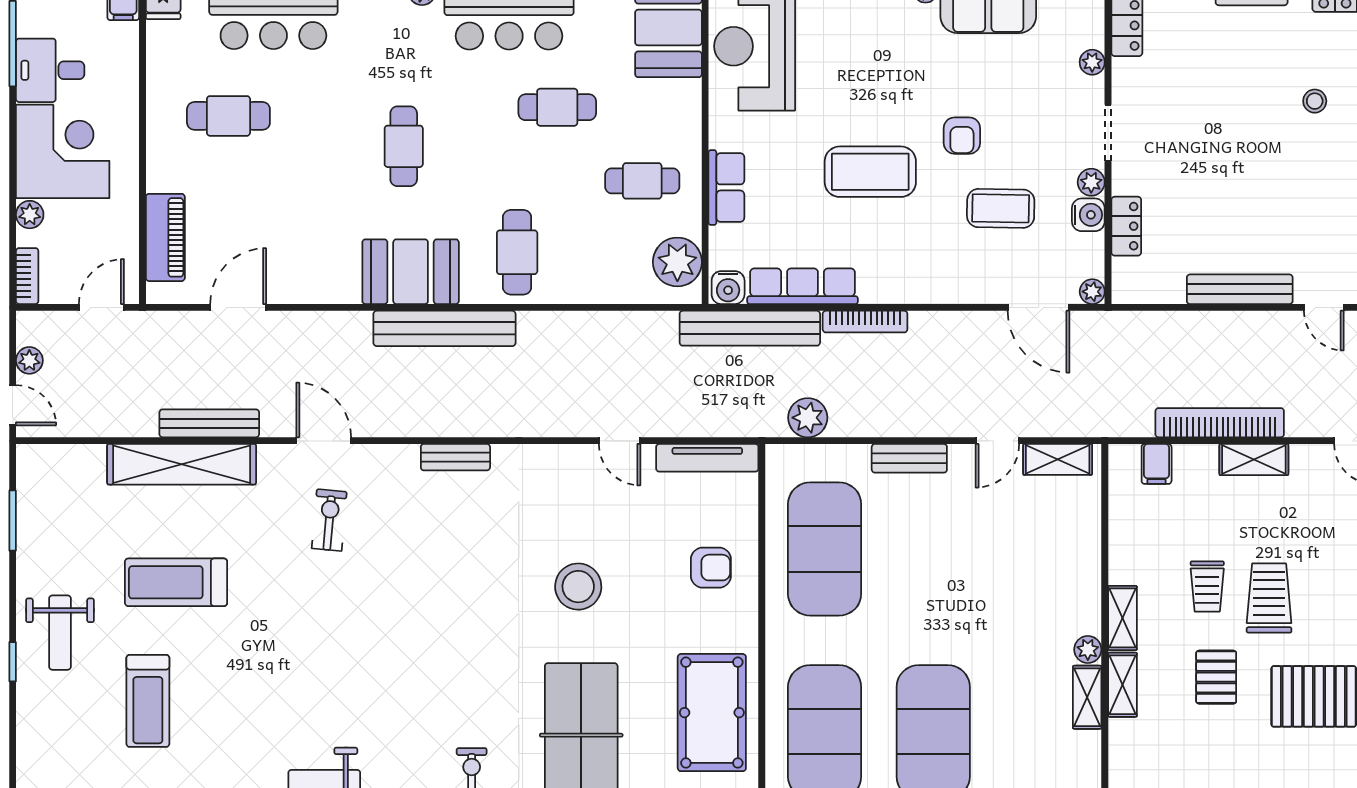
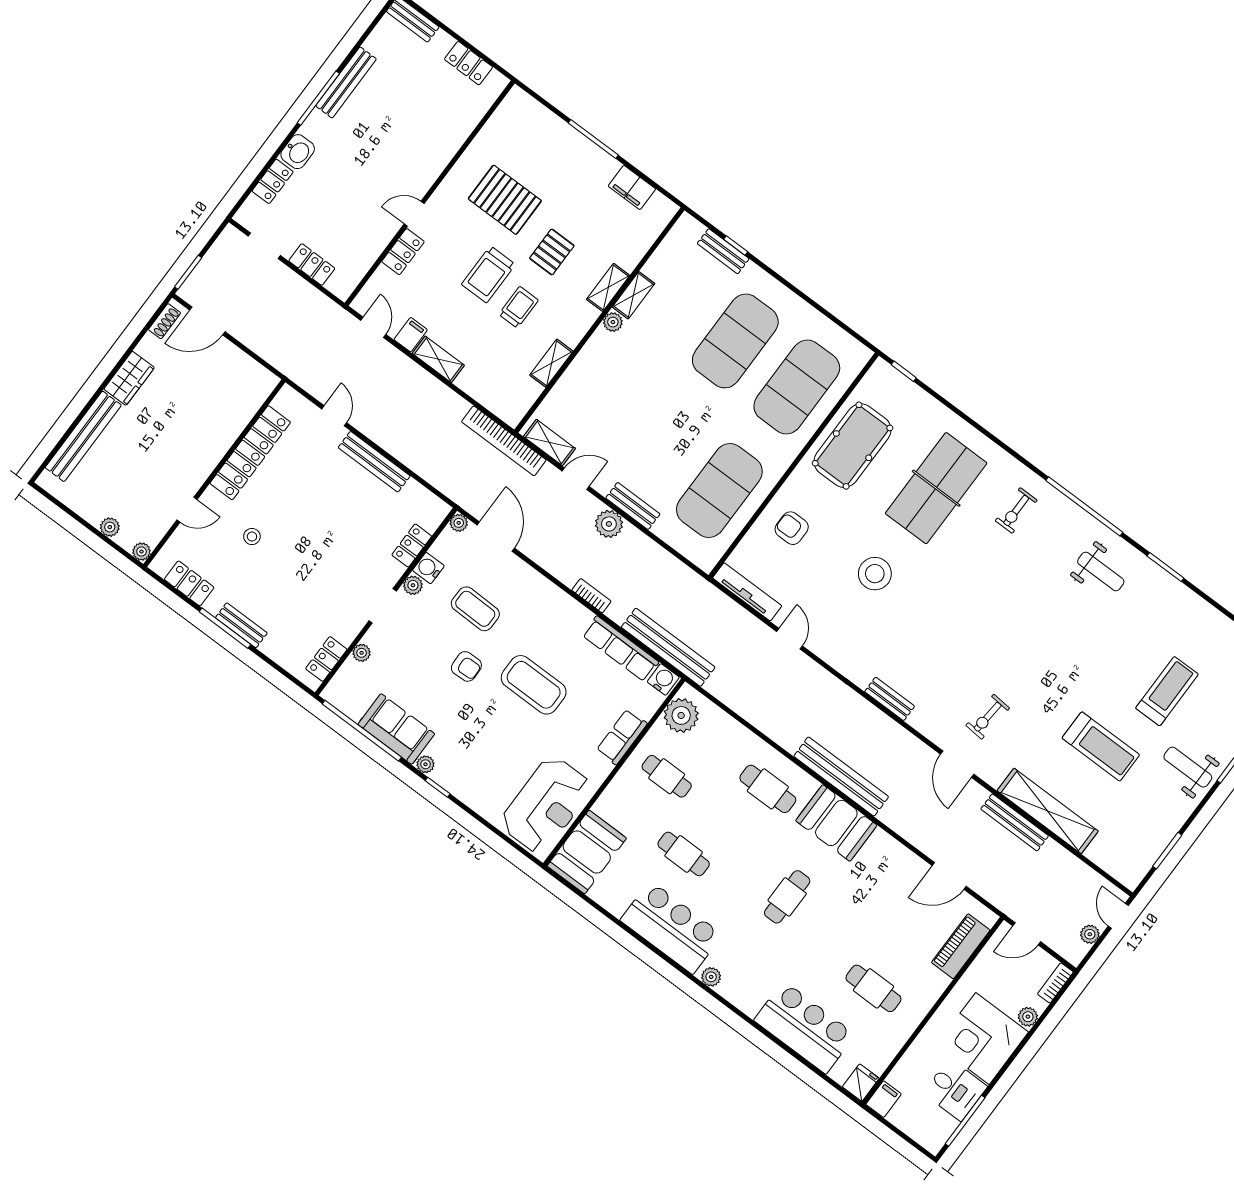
armchair: (962, 136) -> (466, 666), turned 88
cafe table: (517, 252) -> (768, 789), turned 90
bookcase: (865, 322) -> (591, 596), width x0.64
plant: (808, 418) -> (609, 524), moved
bookcase: (1220, 423) -> (504, 441), moved
filing cabinet: (1157, 464) -> (411, 335), moved
shelving: (1122, 618) -> (551, 363), moved
weight bench: (60, 633) -> (1188, 767), turned -90

